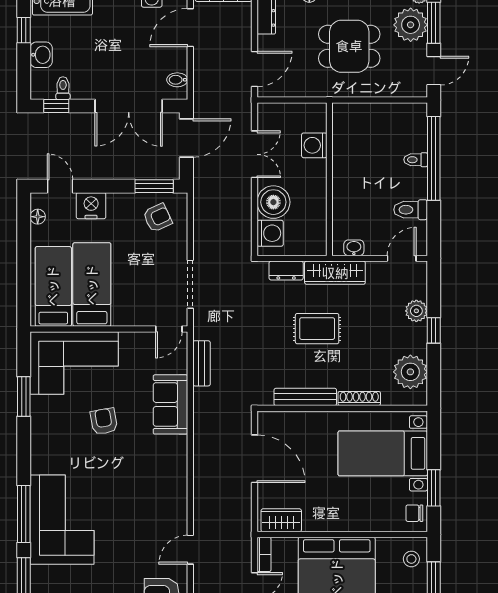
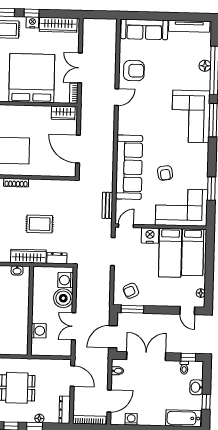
door: (254, 69) -> (72, 376), swing flipped
nightstand: (91, 206) -> (150, 236), moved, turned 180
bench: (305, 397) -> (47, 184), removed
sofa: (170, 404) -> (129, 167), width x1.85, depth x1.27

